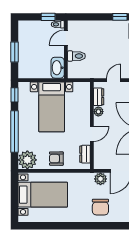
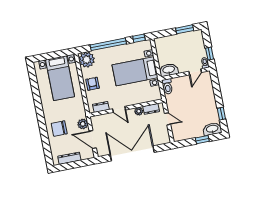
door: (66, 38) -> (195, 72), swing flipped
window: (15, 52) -> (185, 29), moved
toilet: (76, 56) -> (167, 86), moved

